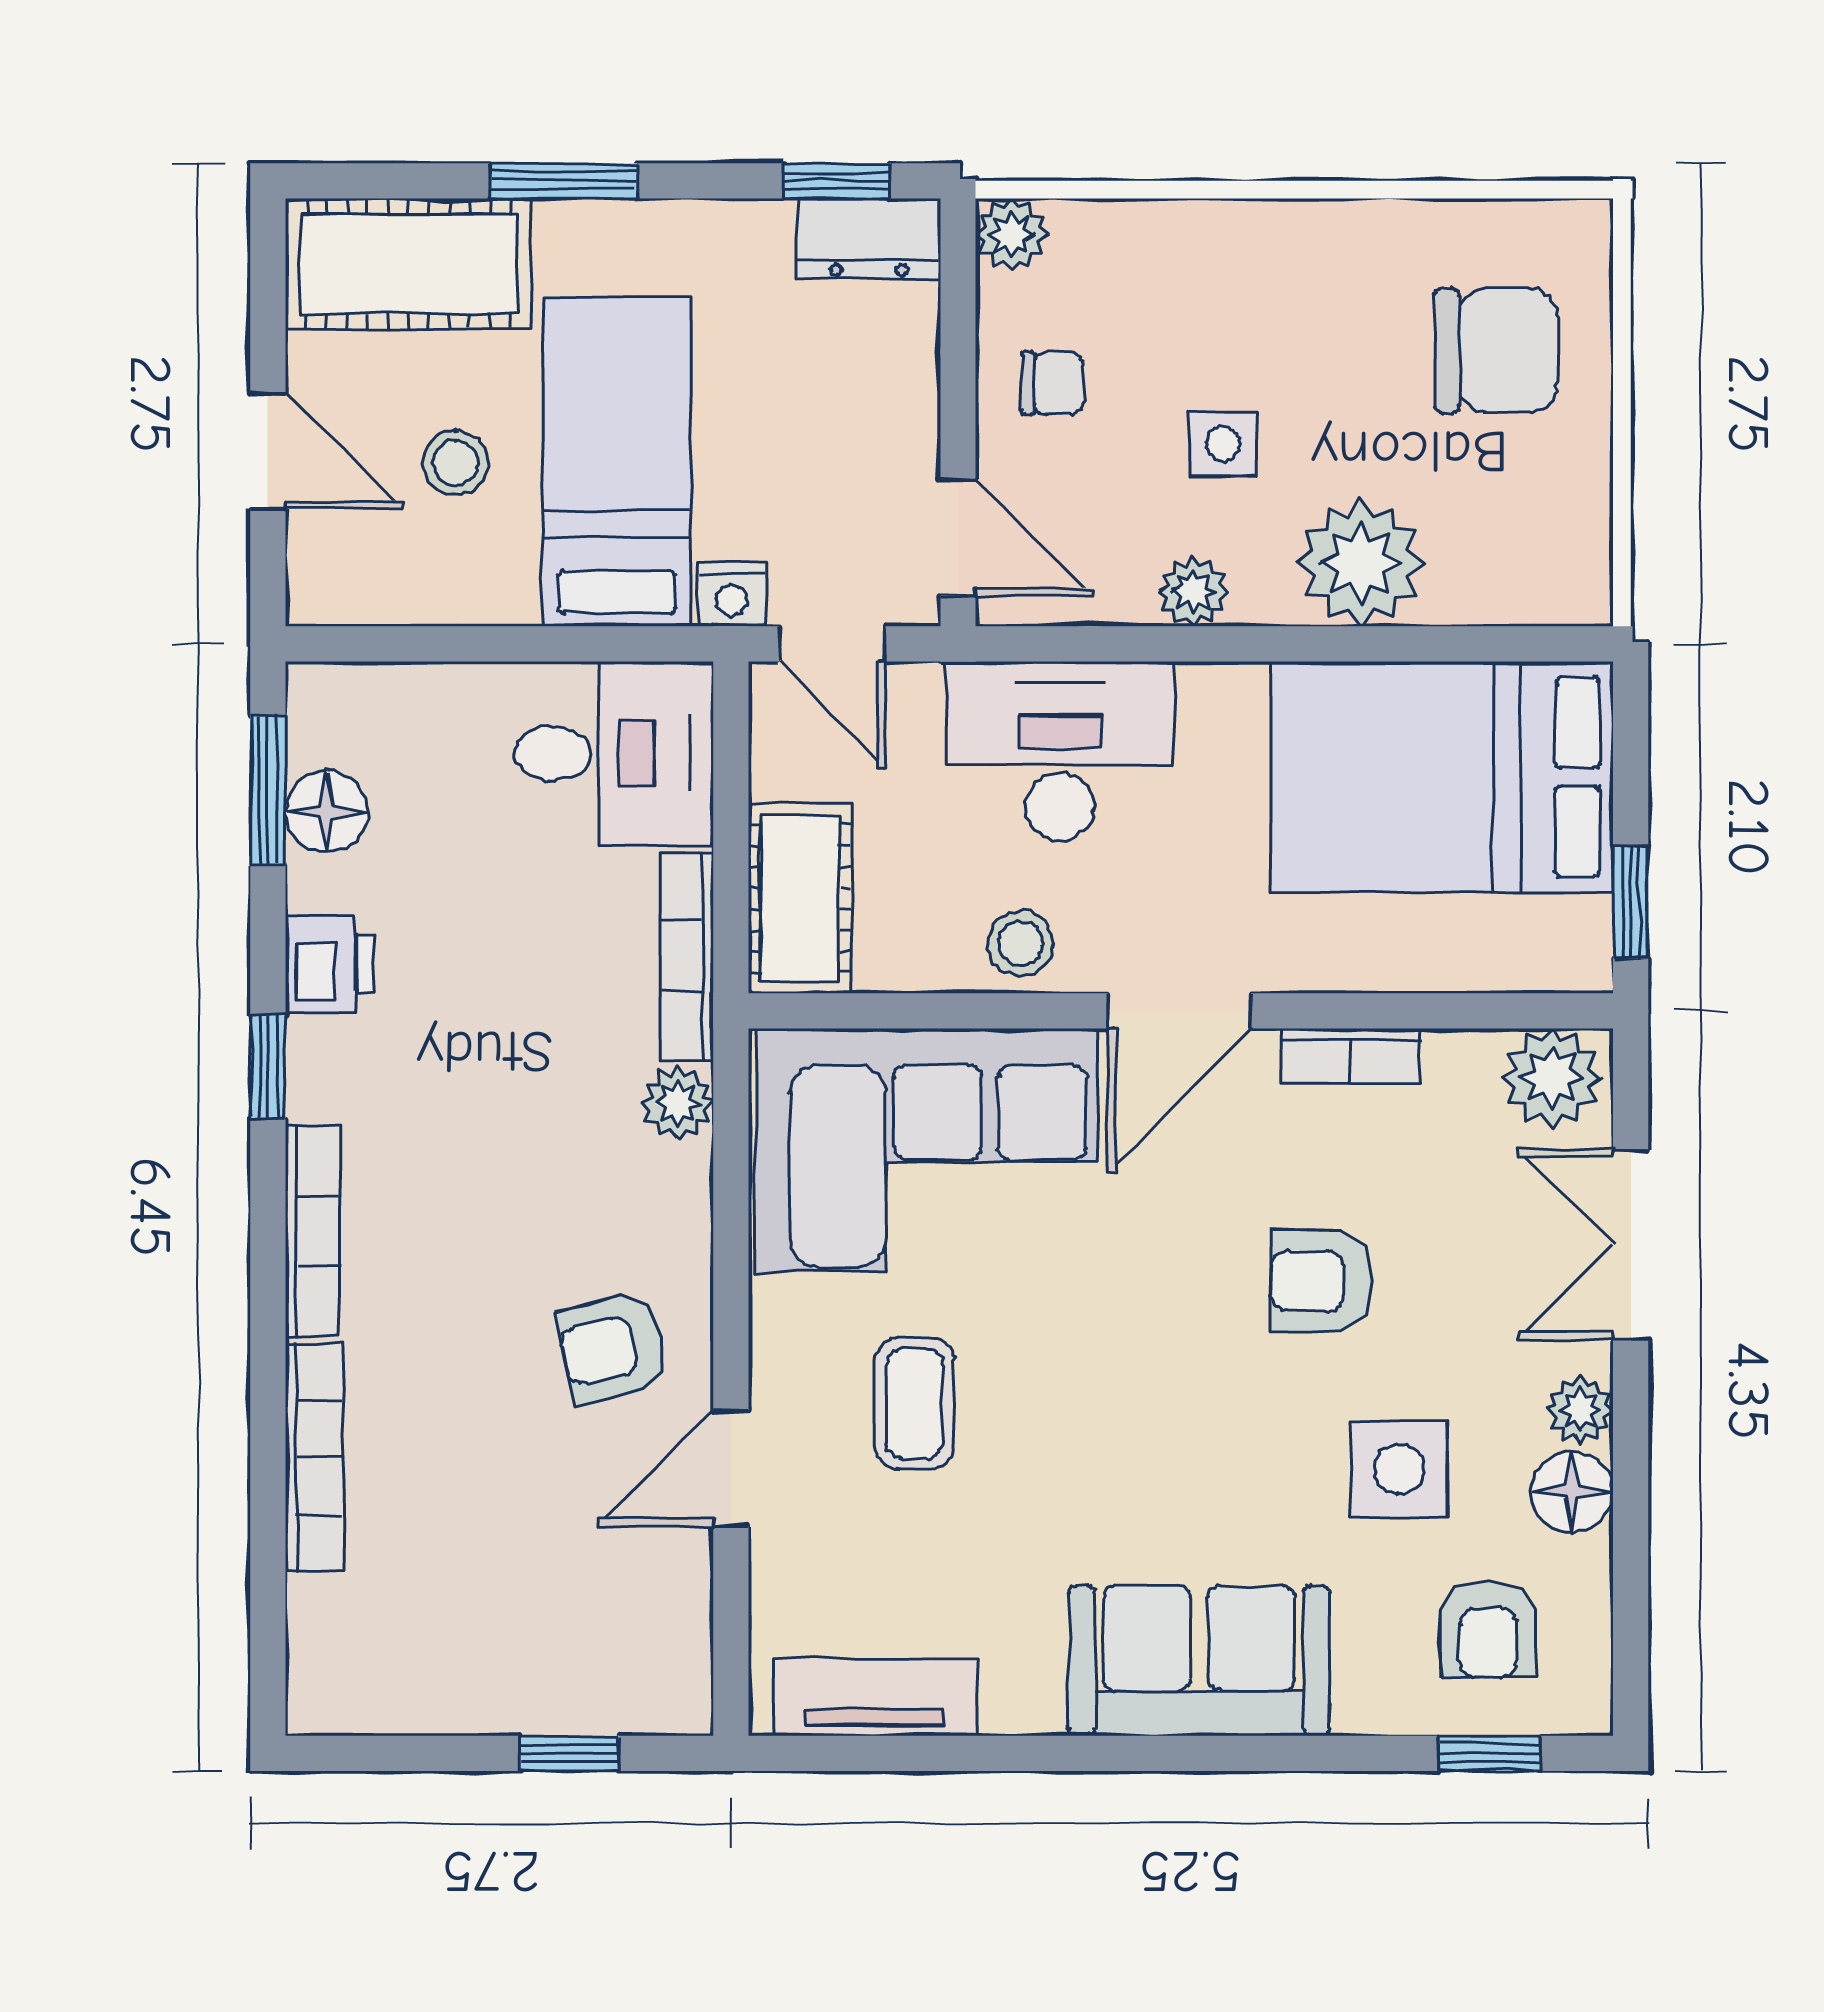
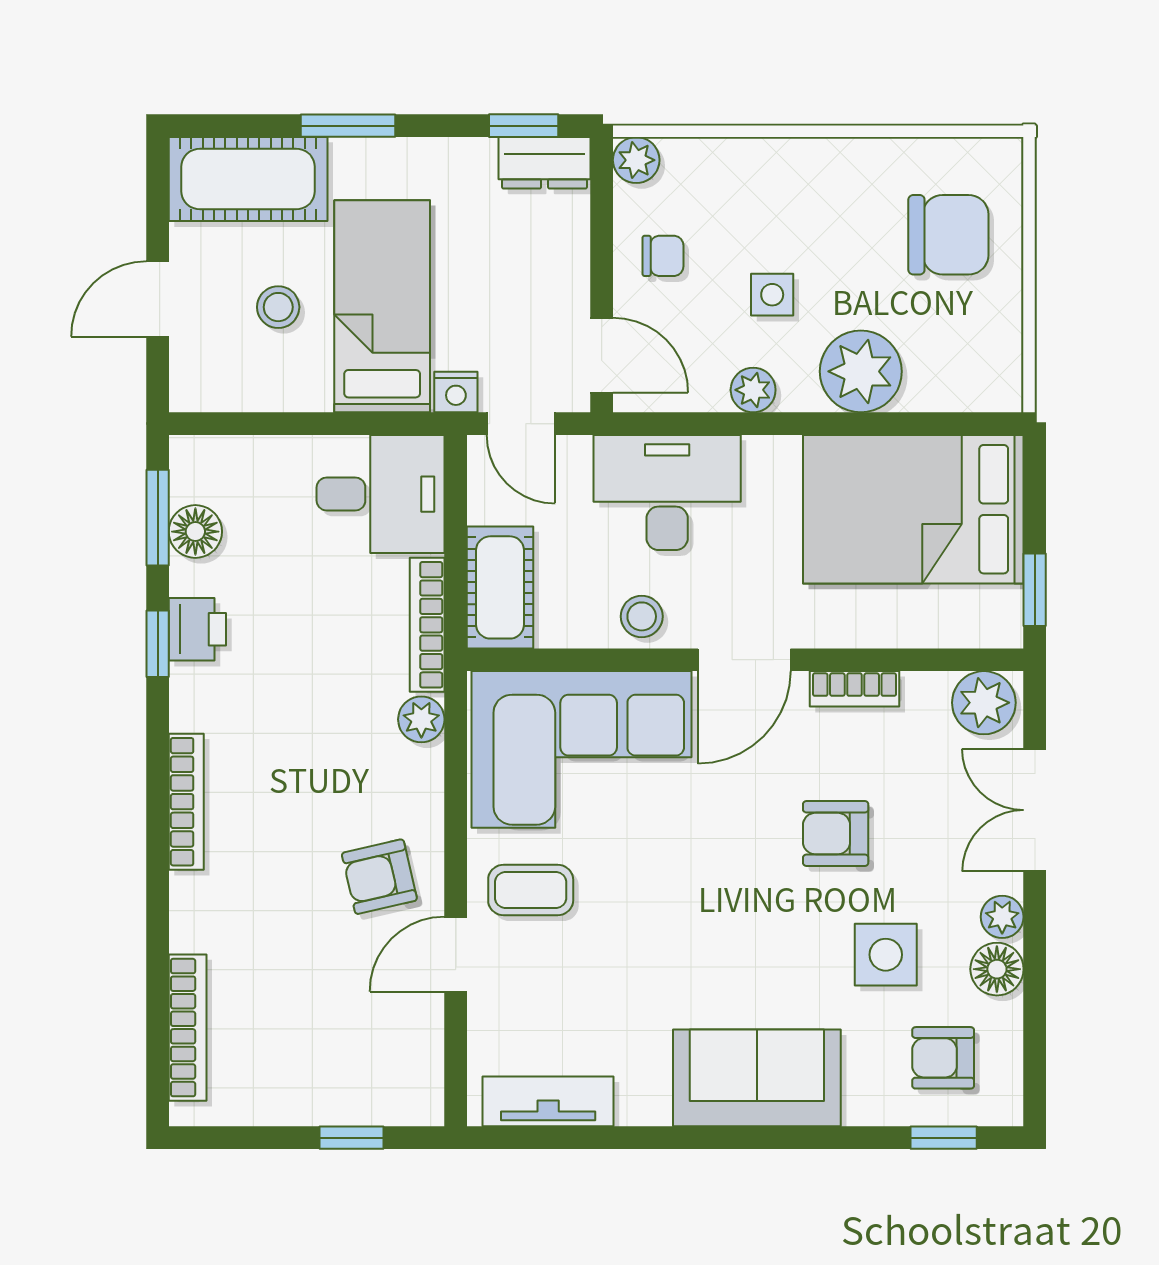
door: (268, 450) -> (158, 299), swing flipped
window: (268, 1067) -> (158, 644), moved
coffee table: (914, 1404) -> (531, 890), moved, turned 90
bookcase: (314, 1458) -> (188, 1028), moved
armchair: (1489, 1629) -> (943, 1058), turned 90

